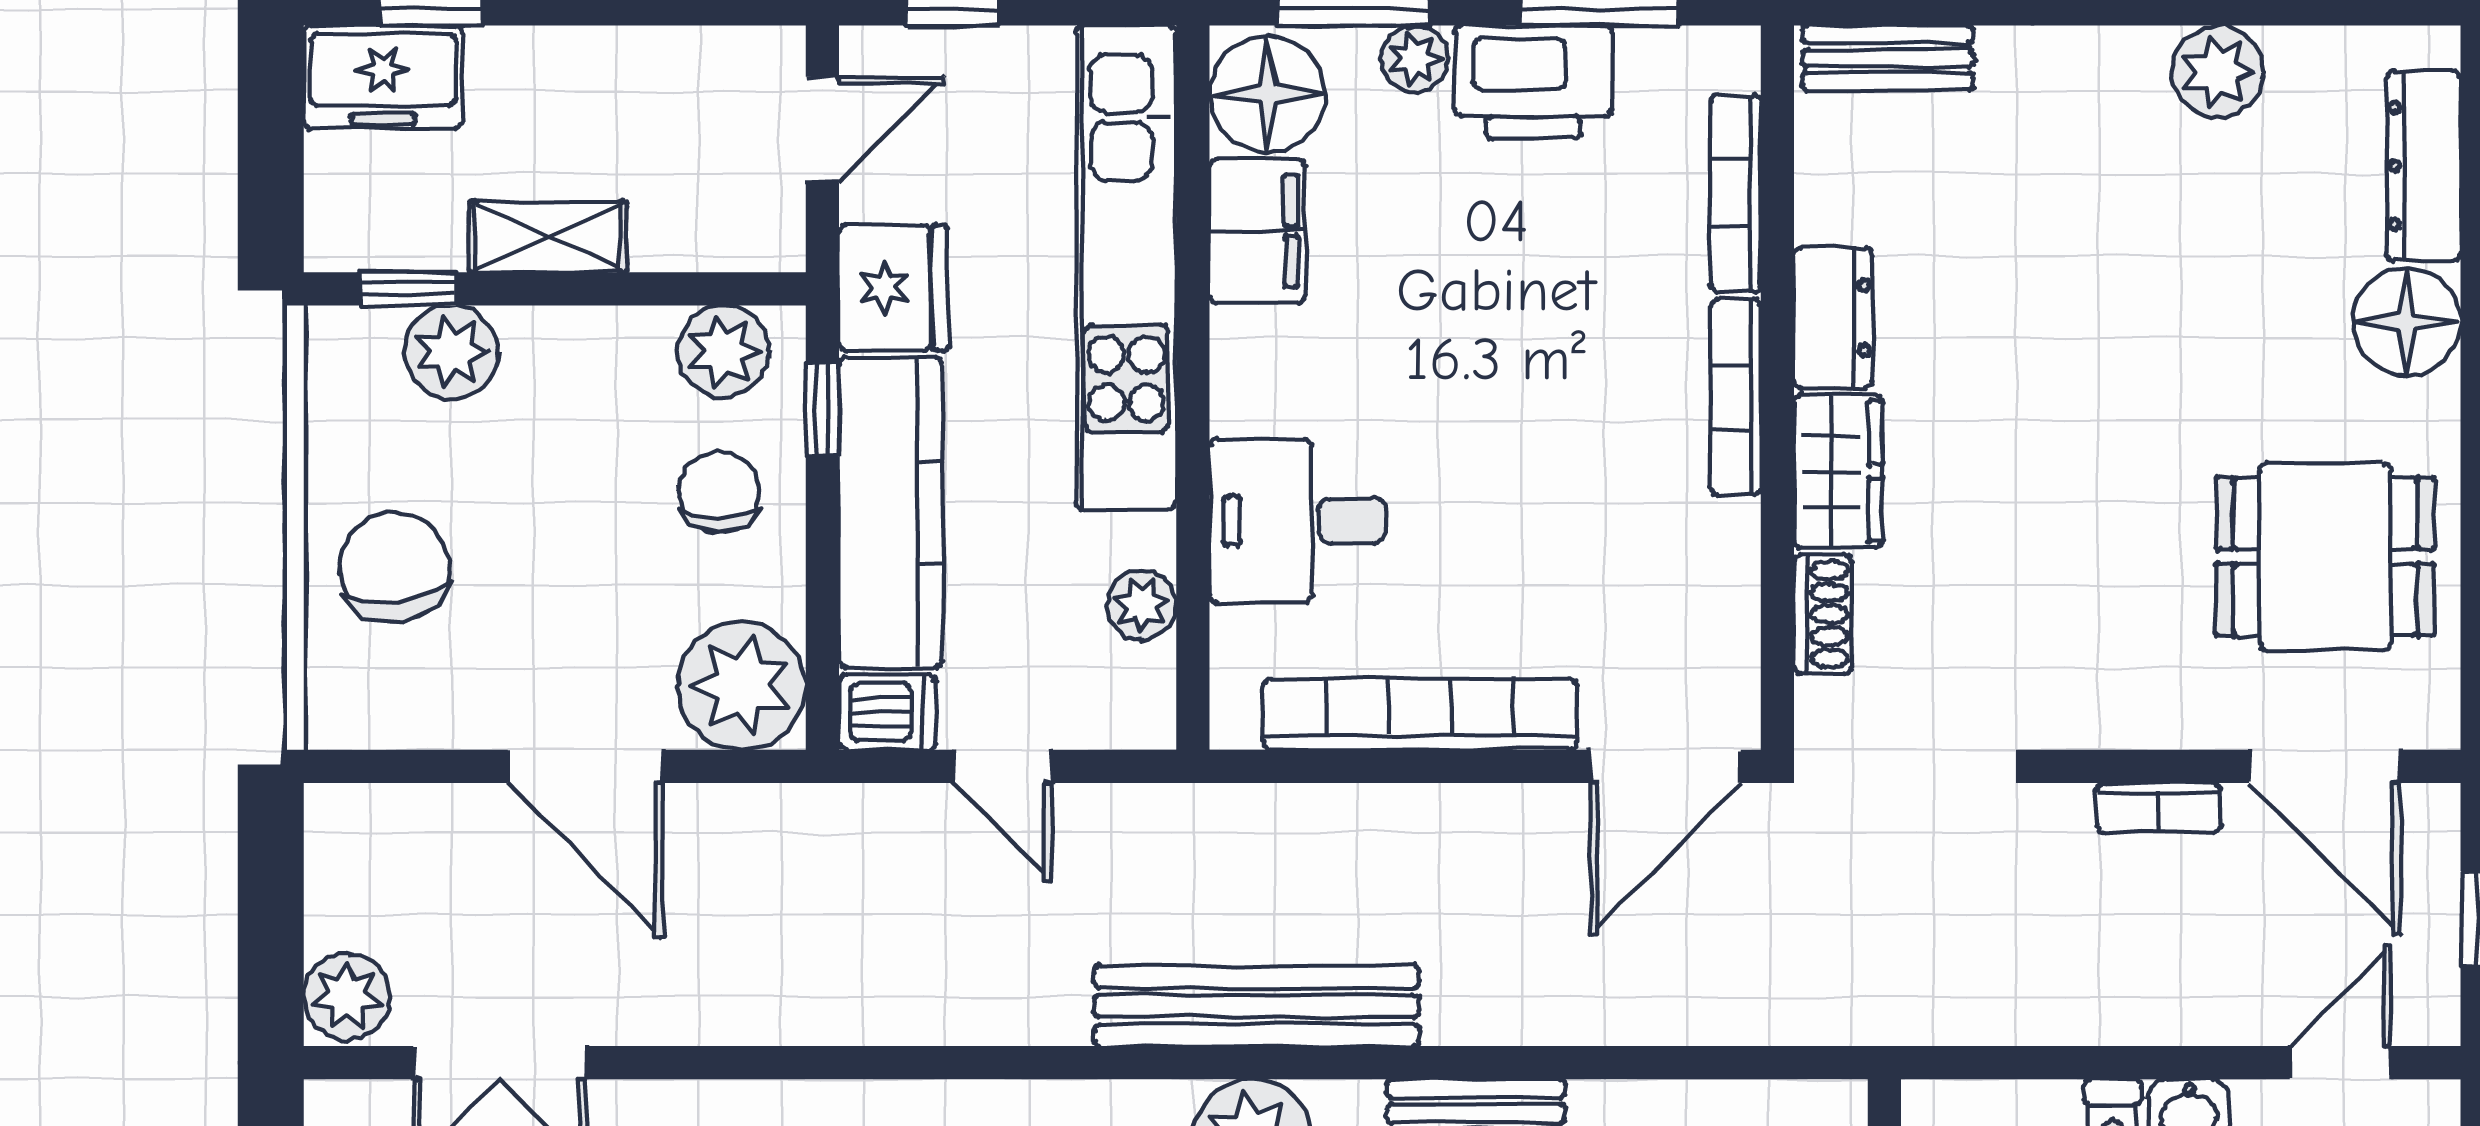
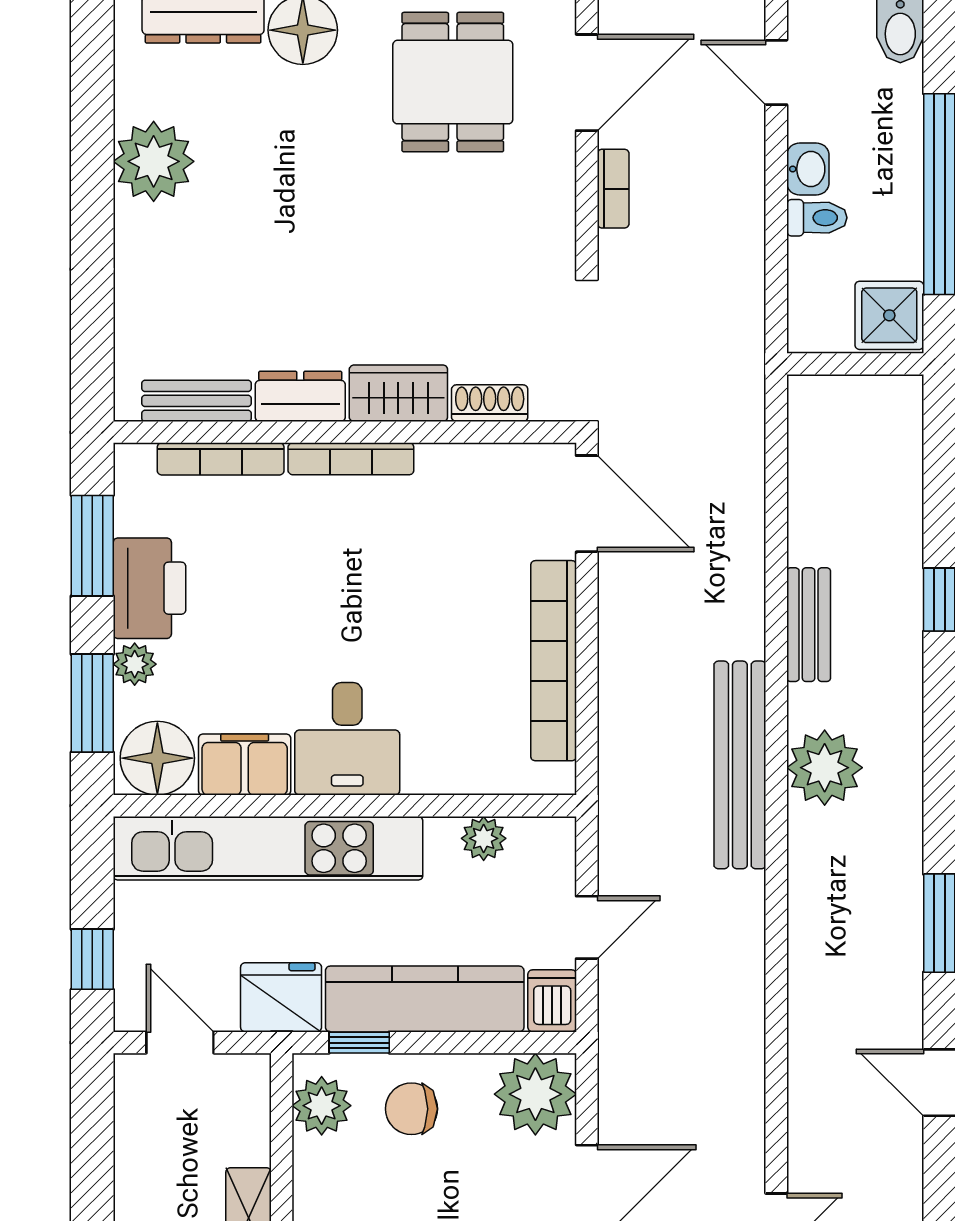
bench: (1888, 58) -> (197, 401), moved, turned 90
plant: (2218, 72) -> (154, 161), width x1.36, depth x1.36
desk: (1298, 521) -> (347, 739), moved

